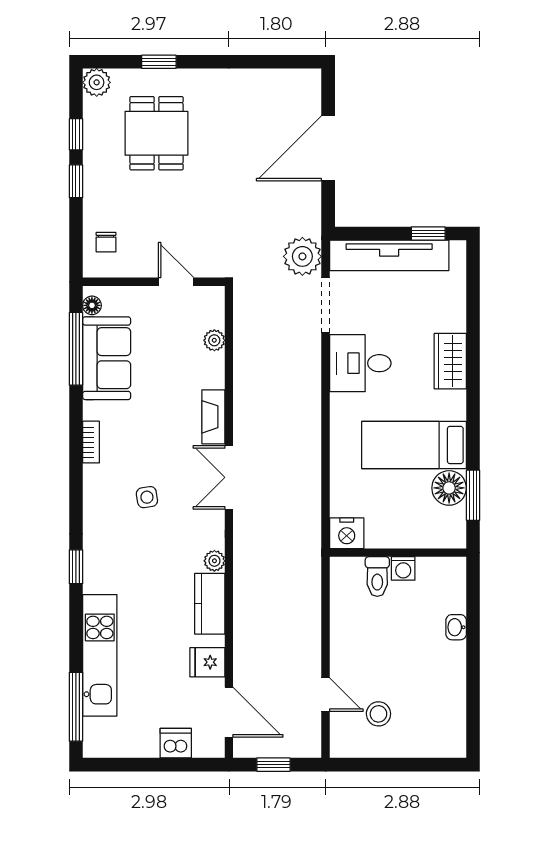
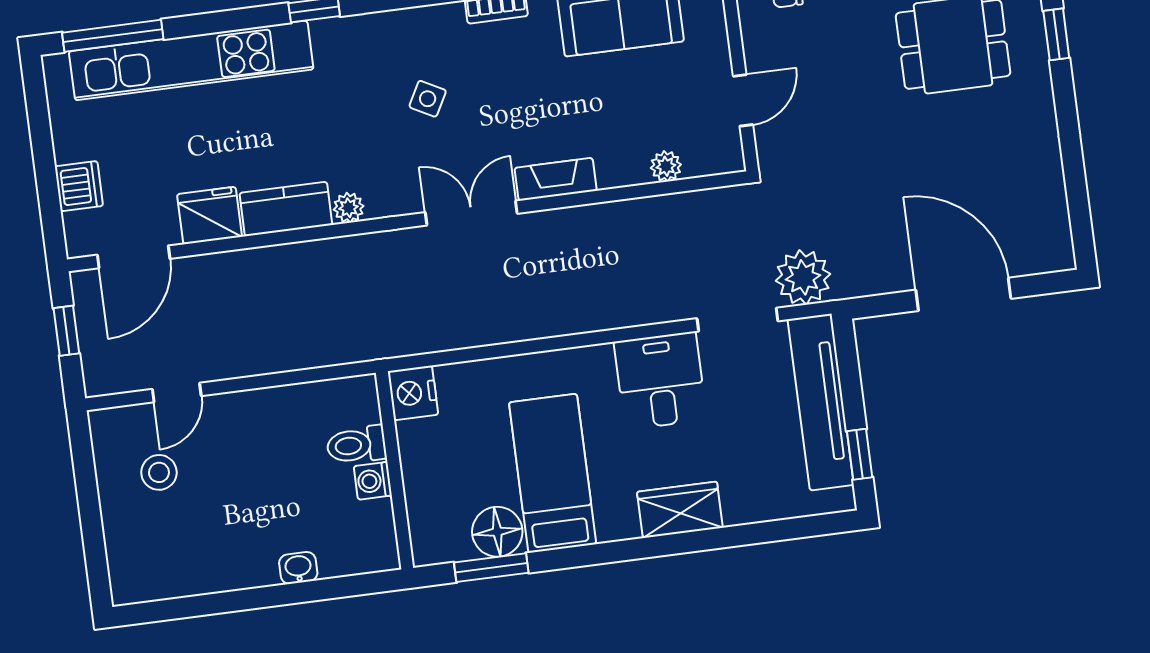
side table: (147, 497) -> (428, 99), turned 37
kitchen unit: (100, 655) -> (191, 60), width x1.36
fridge: (207, 662) -> (209, 215), width x1.38

